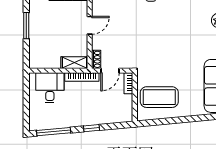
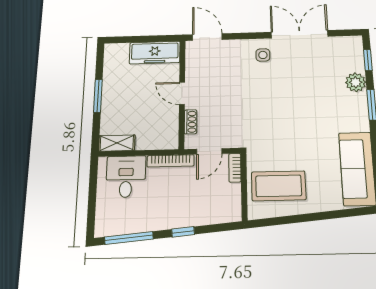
door: (90, 25) -> (182, 93), swing flipped
shoe rack: (96, 59) -> (191, 122), moved
shelving: (74, 63) -> (117, 143), moved

